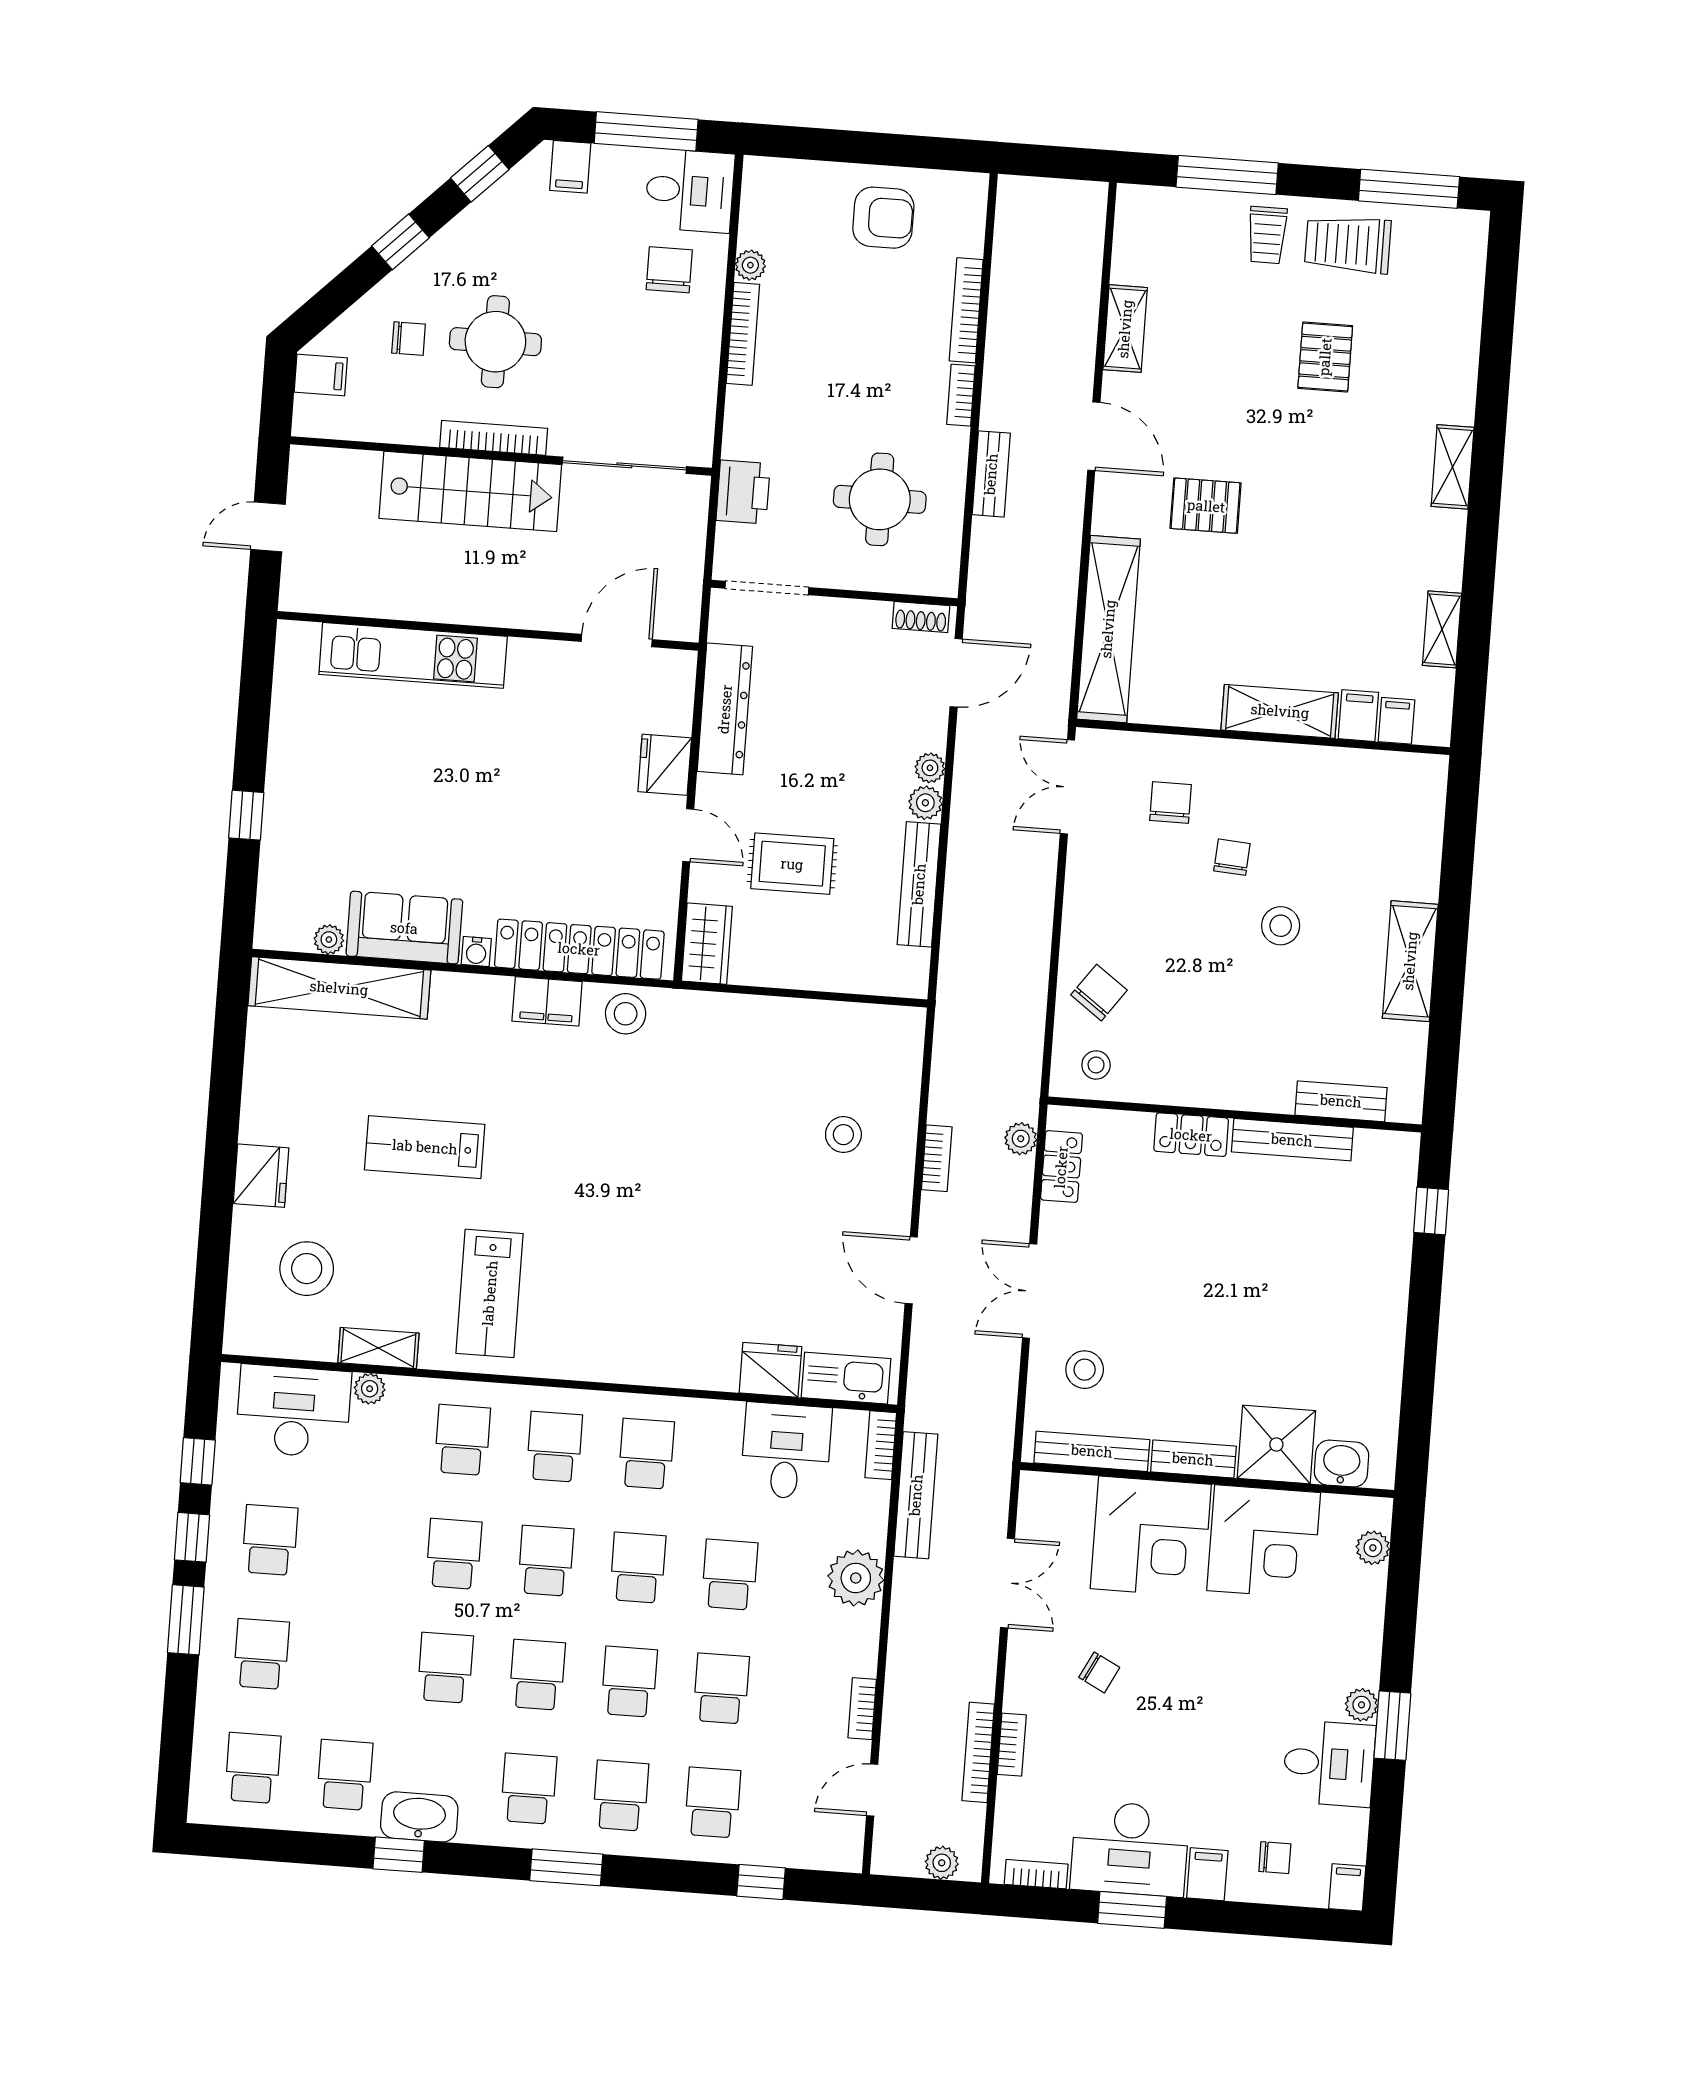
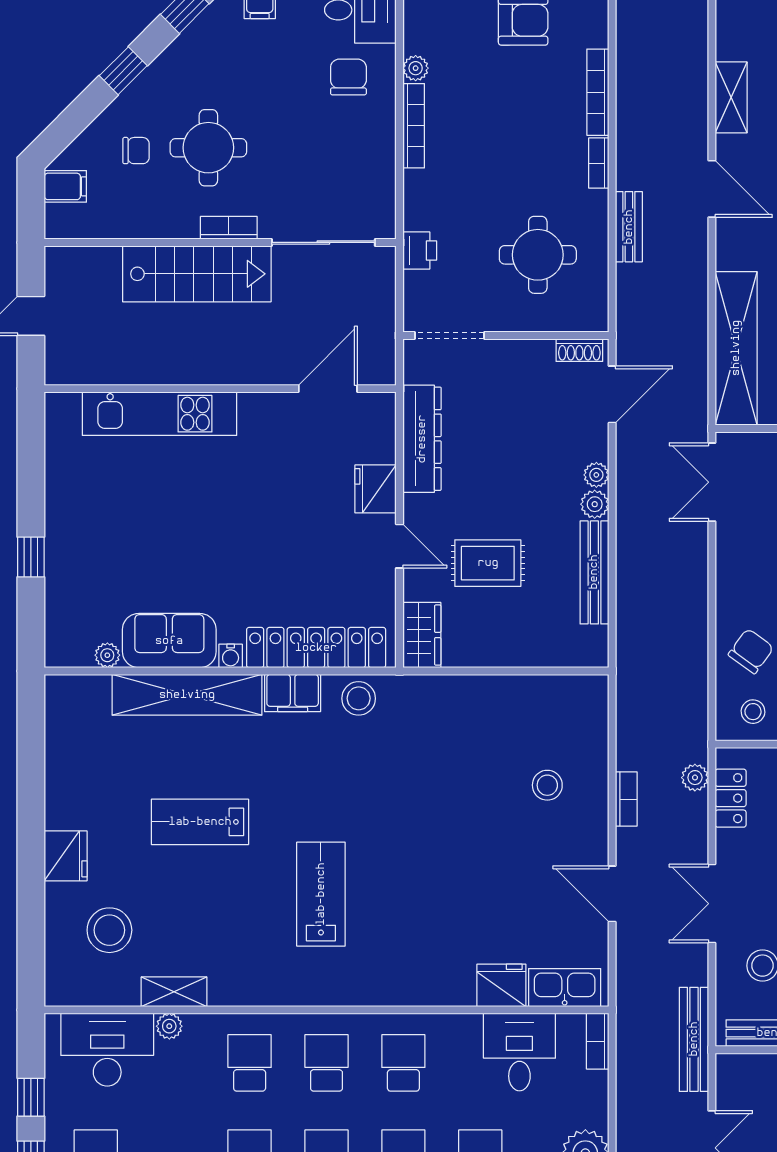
bookcase: (494, 438) -> (229, 228), width x0.64
printer: (743, 492) -> (420, 251), width x0.73, depth x0.81
shelving: (339, 988) -> (187, 695), moved
lab bench: (490, 1293) -> (321, 894), moved, turned 180
bench: (916, 1495) -> (694, 1039), moved

